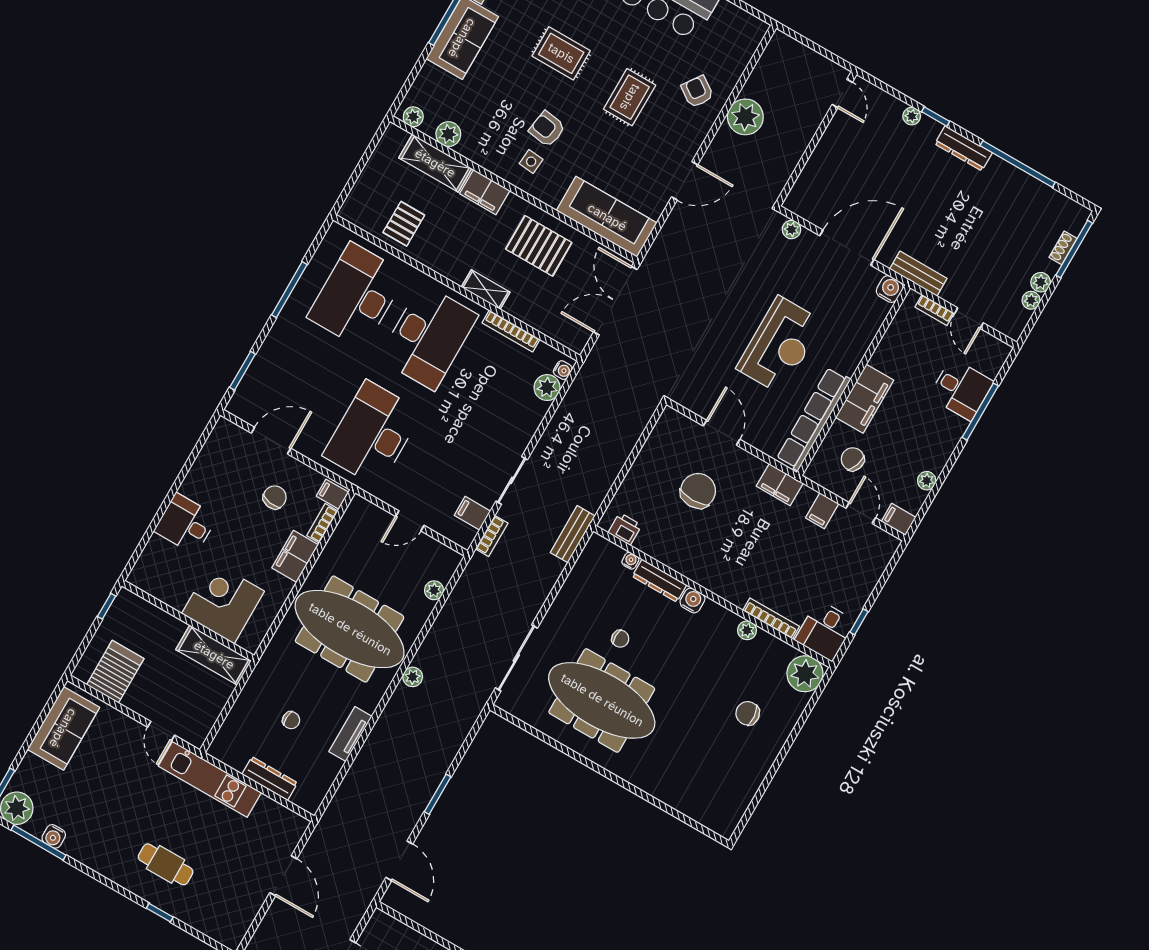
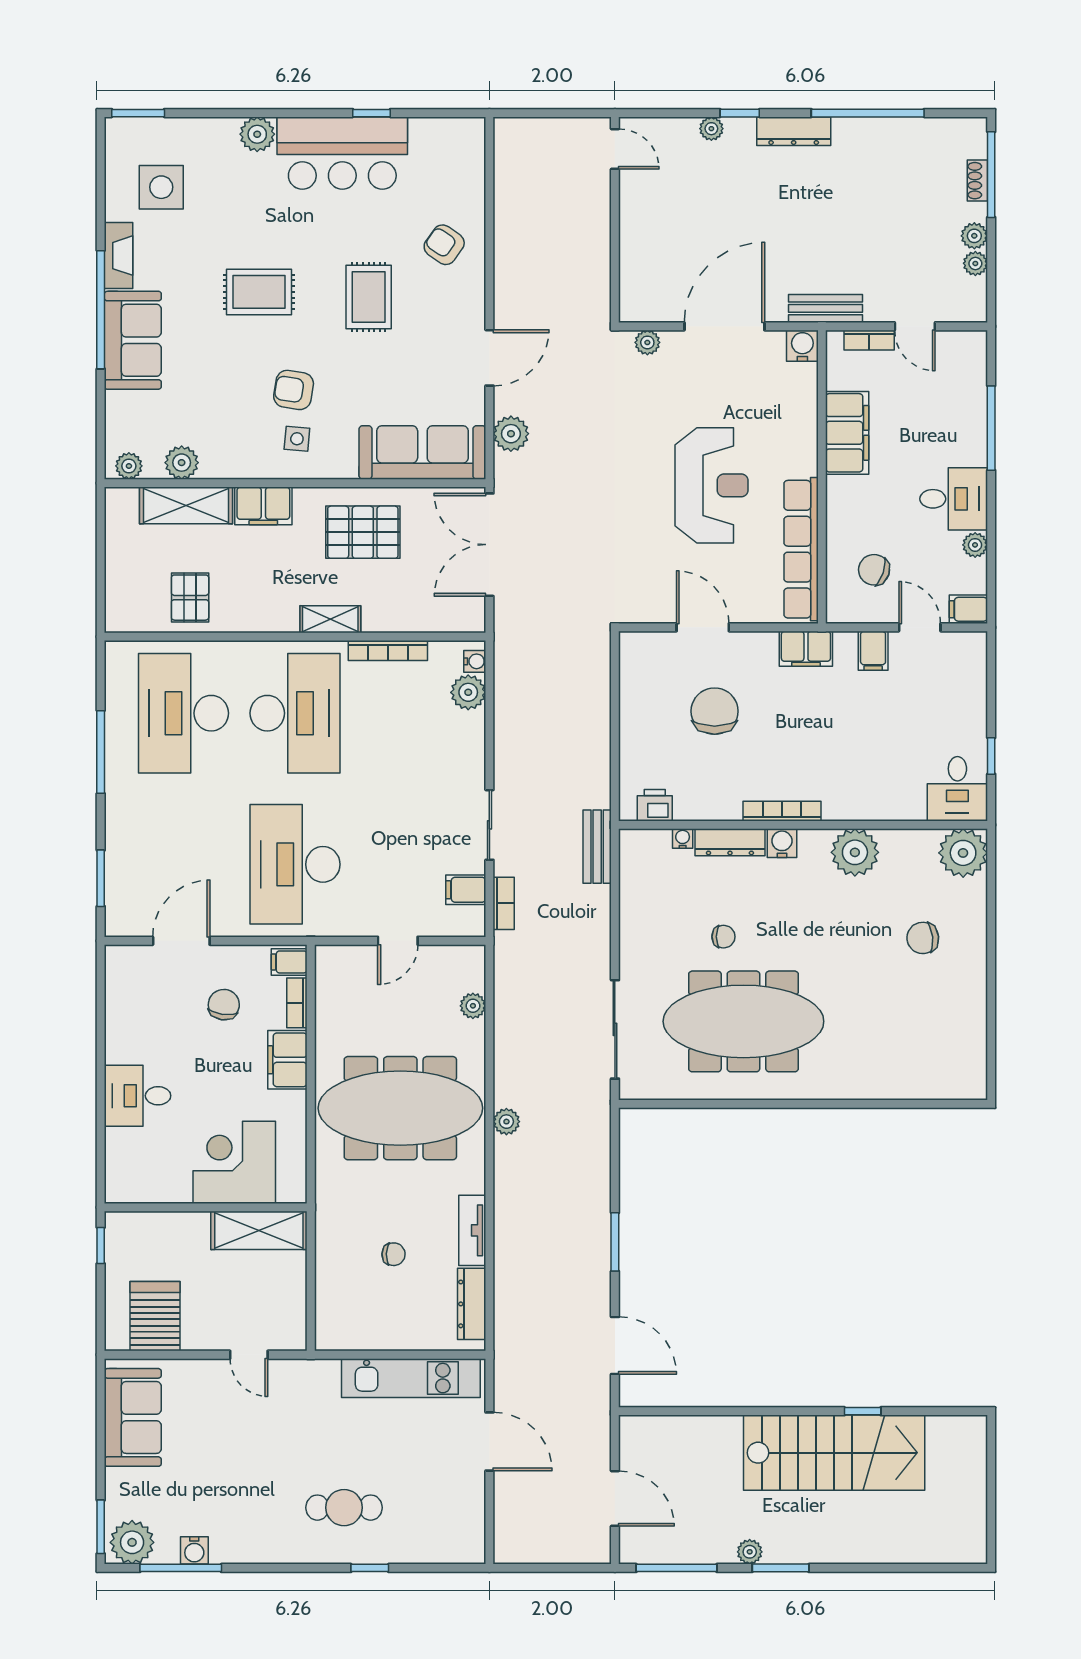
plant: (745, 117) -> (511, 434), moved, width x0.73, depth x0.73
desk: (961, 389) -> (954, 499), moved
filing cabinet: (865, 399) -> (847, 433), moved
bookcase: (771, 618) -> (782, 811), moved
plant: (747, 630) -> (855, 852), width x1.87, depth x1.87
kitchen unit: (210, 779) -> (411, 1378), moved
dresser: (270, 779) -> (472, 1304), moved, turned -90

